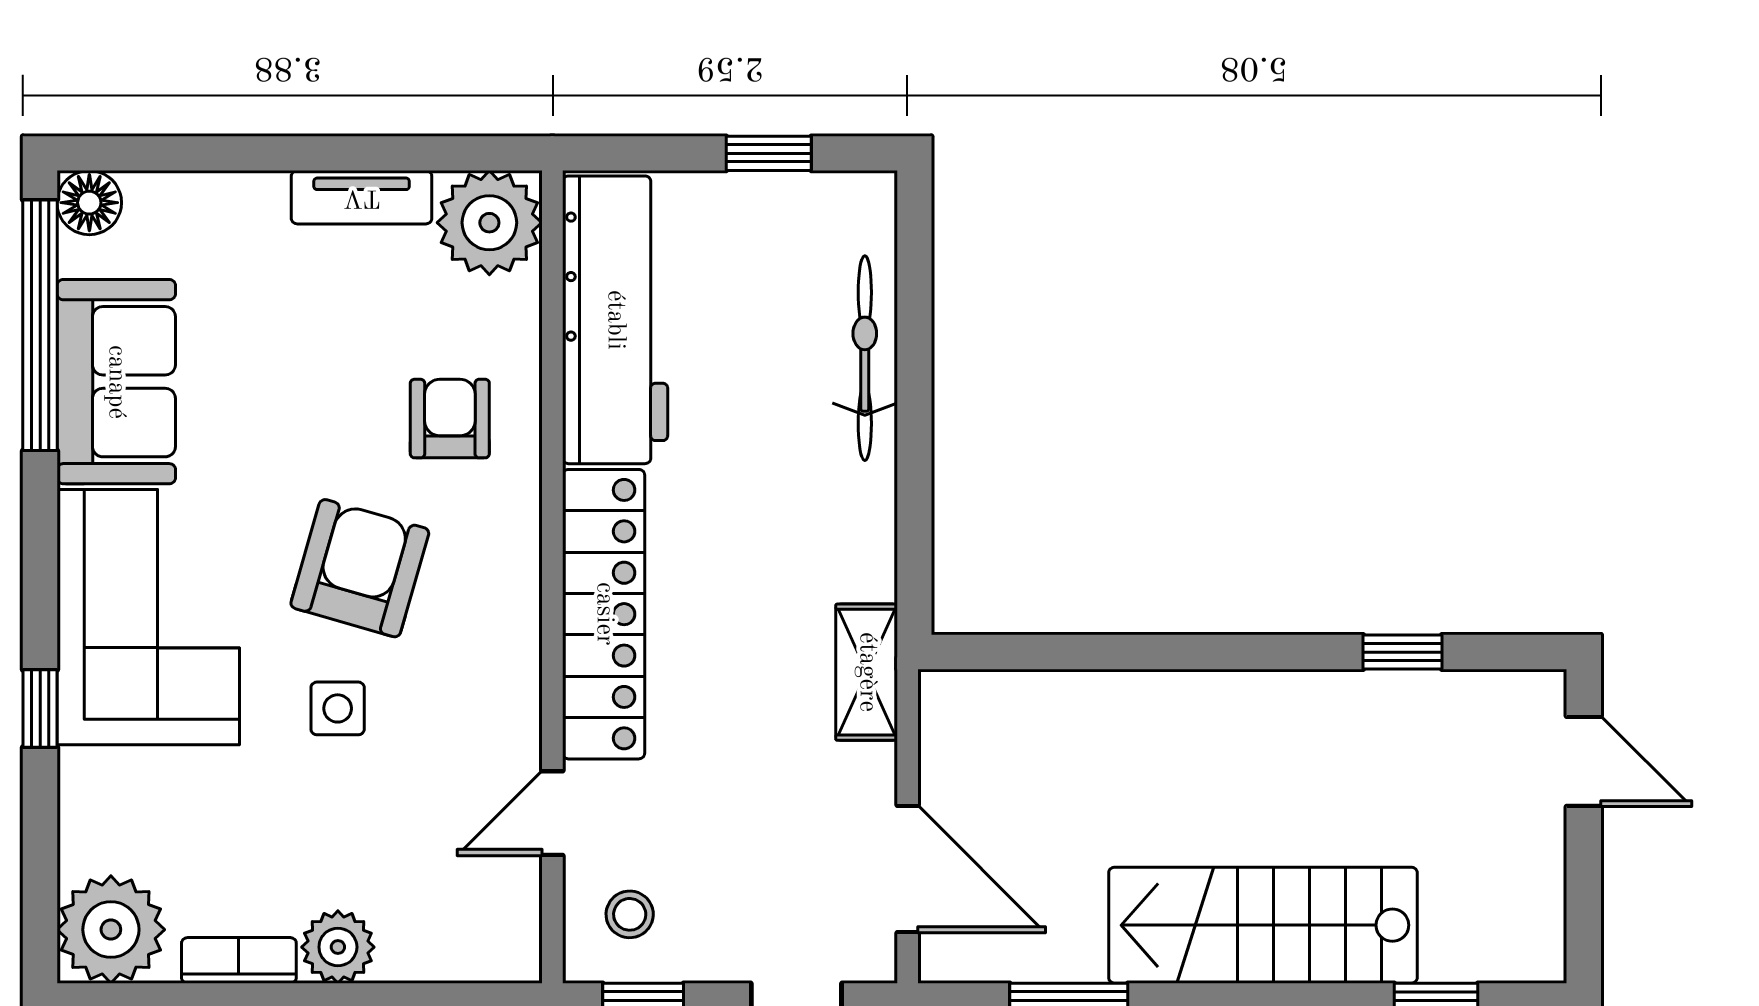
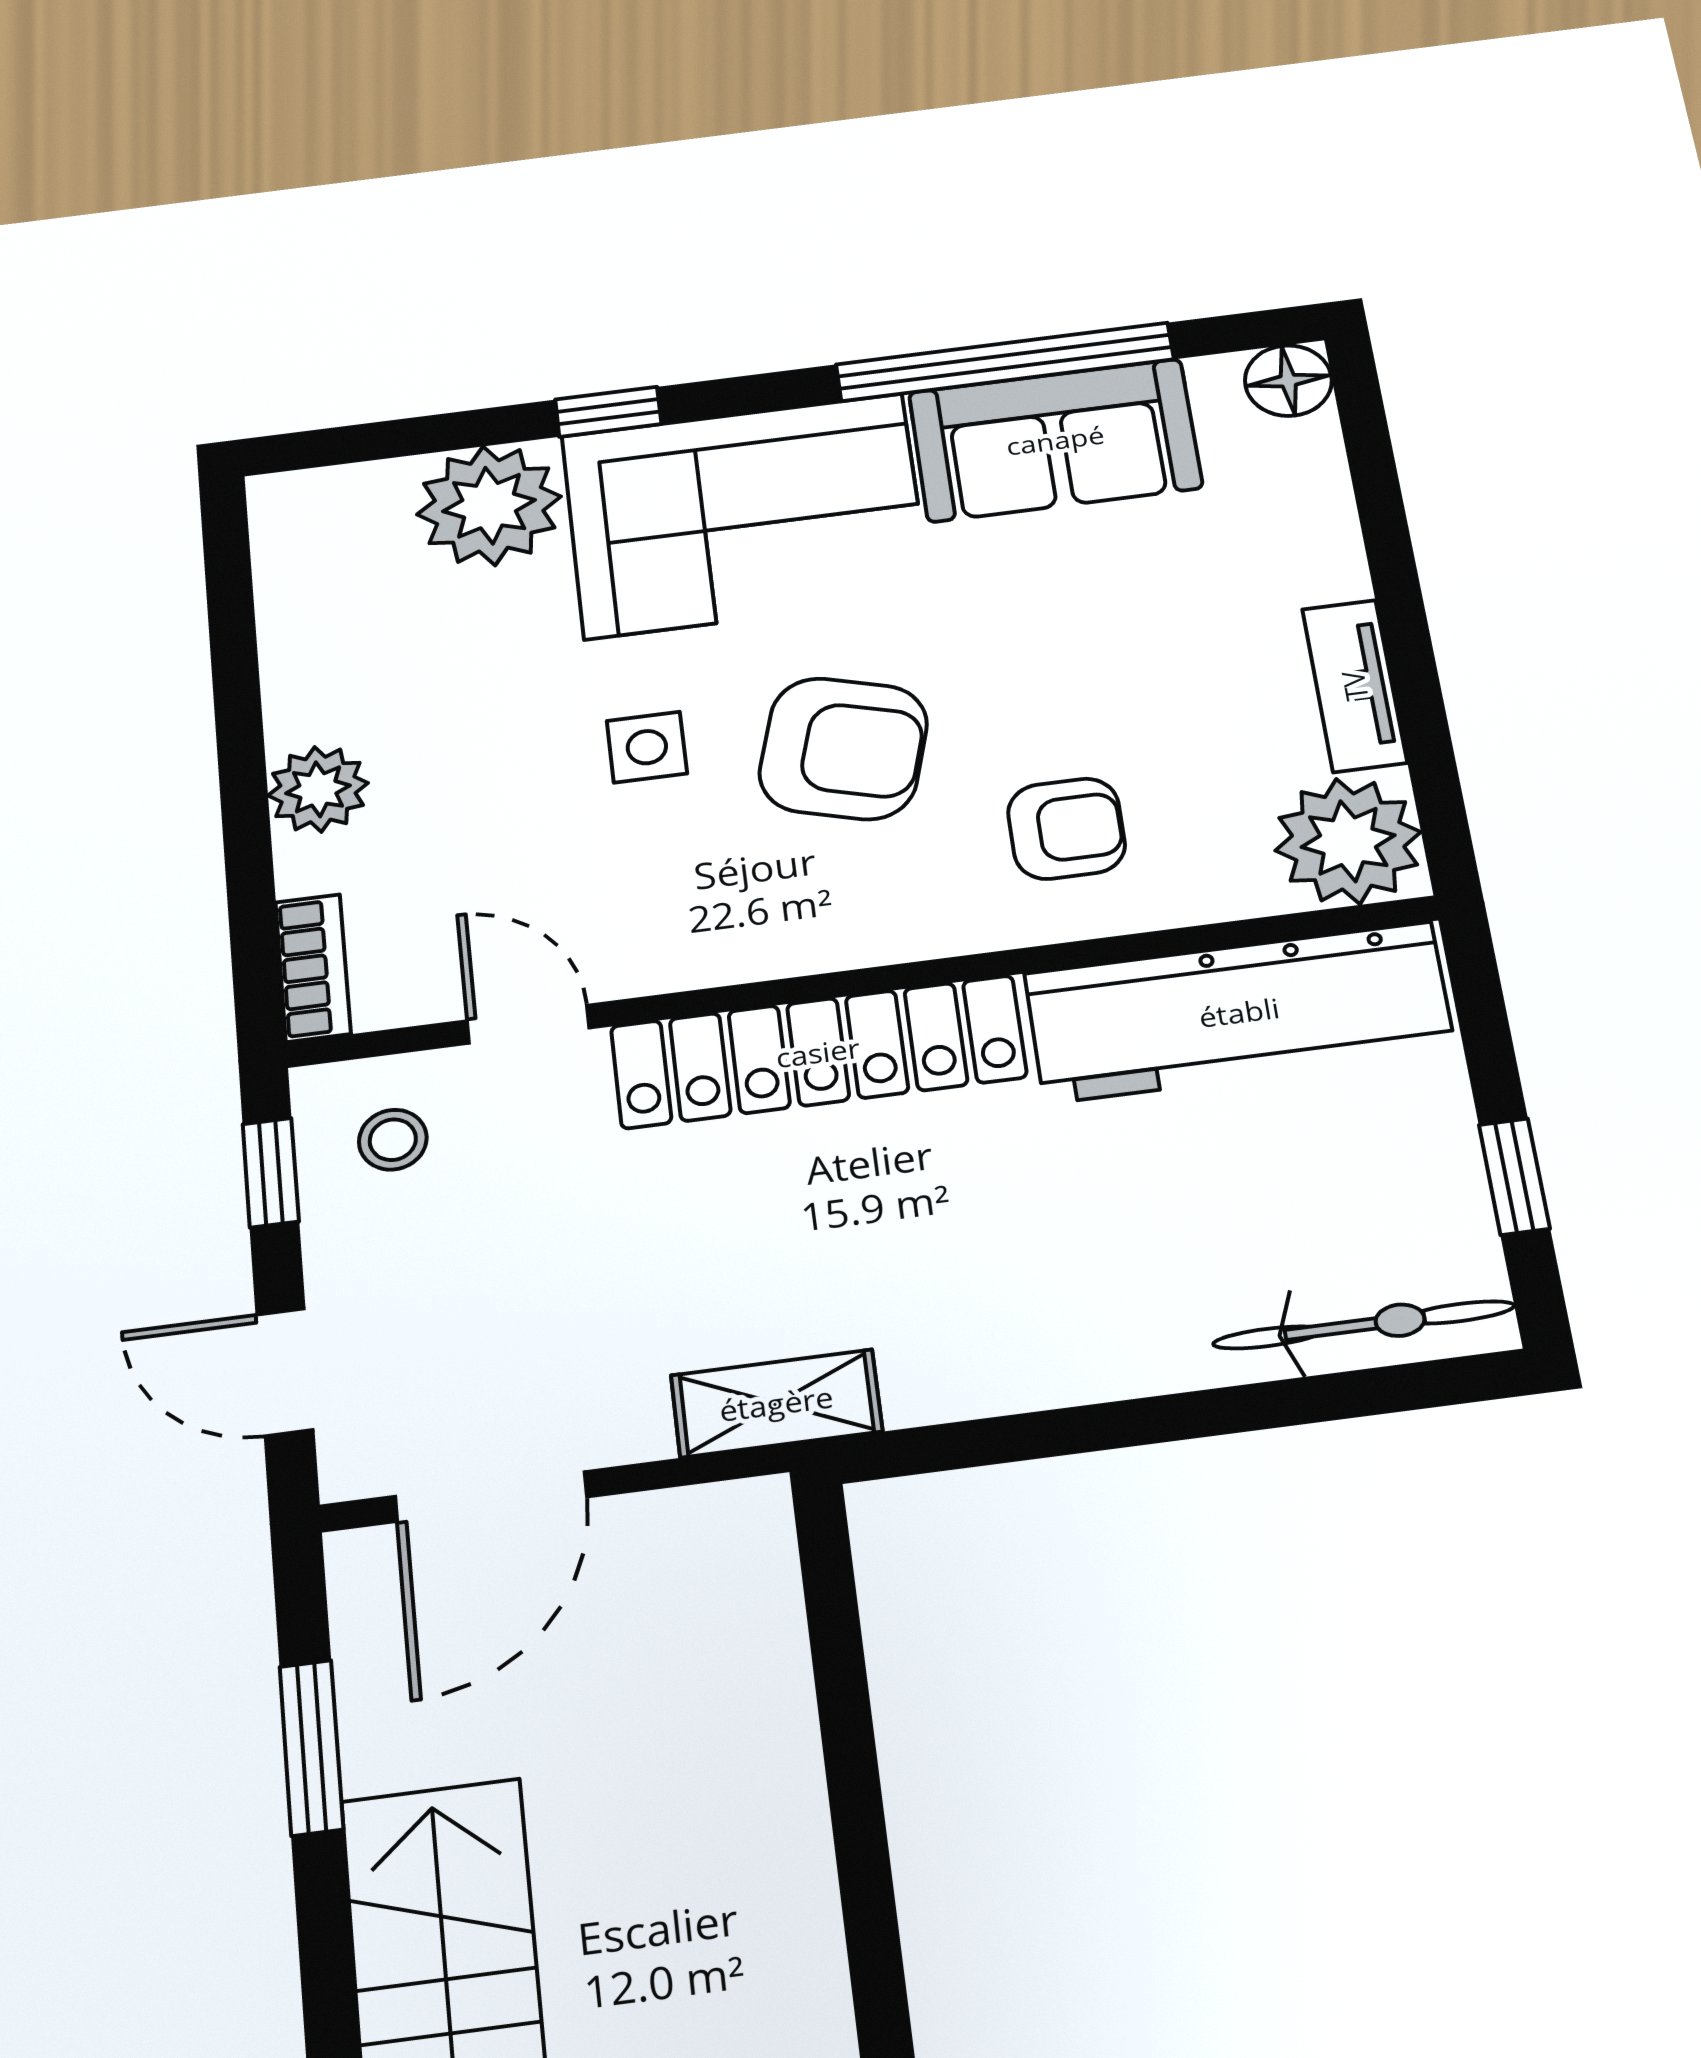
window: (40, 325) -> (1005, 362), moved
bicycle: (865, 358) -> (1364, 1325), moved
plant: (111, 930) -> (489, 506), moved
bookcase: (239, 960) -> (313, 968), moved

